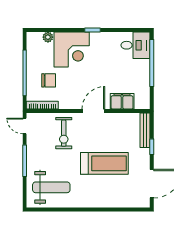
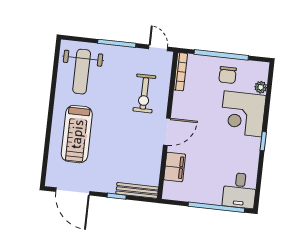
chair: (49, 80) -> (228, 75), moved
door: (93, 111) -> (167, 132), hinge flipped
door: (25, 126) -> (158, 48), hinge flipped
exercise bike: (64, 133) -> (144, 93), turned -90
treadmill: (104, 163) -> (77, 134), moved

